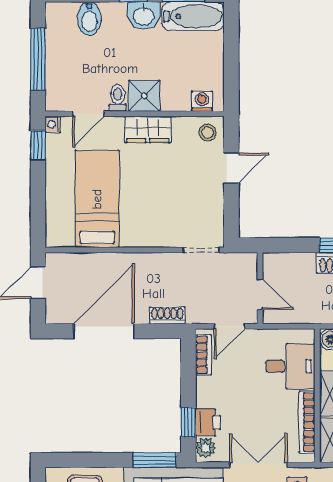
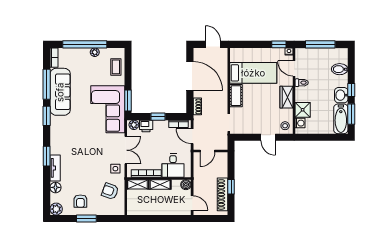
shower: (144, 96) -> (303, 110), moved
cot: (145, 235) -> (236, 96), added
window: (188, 422) -> (158, 117), moved

